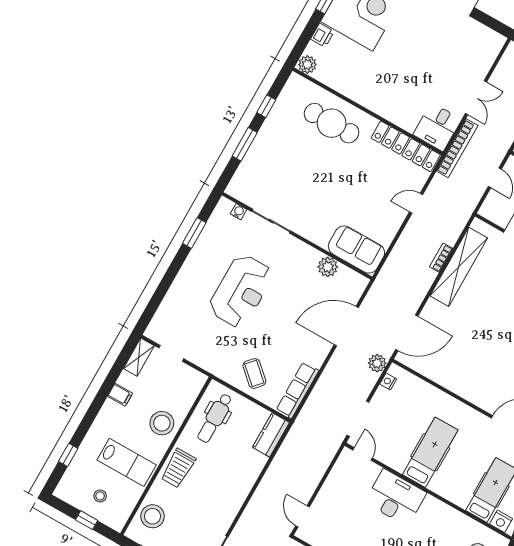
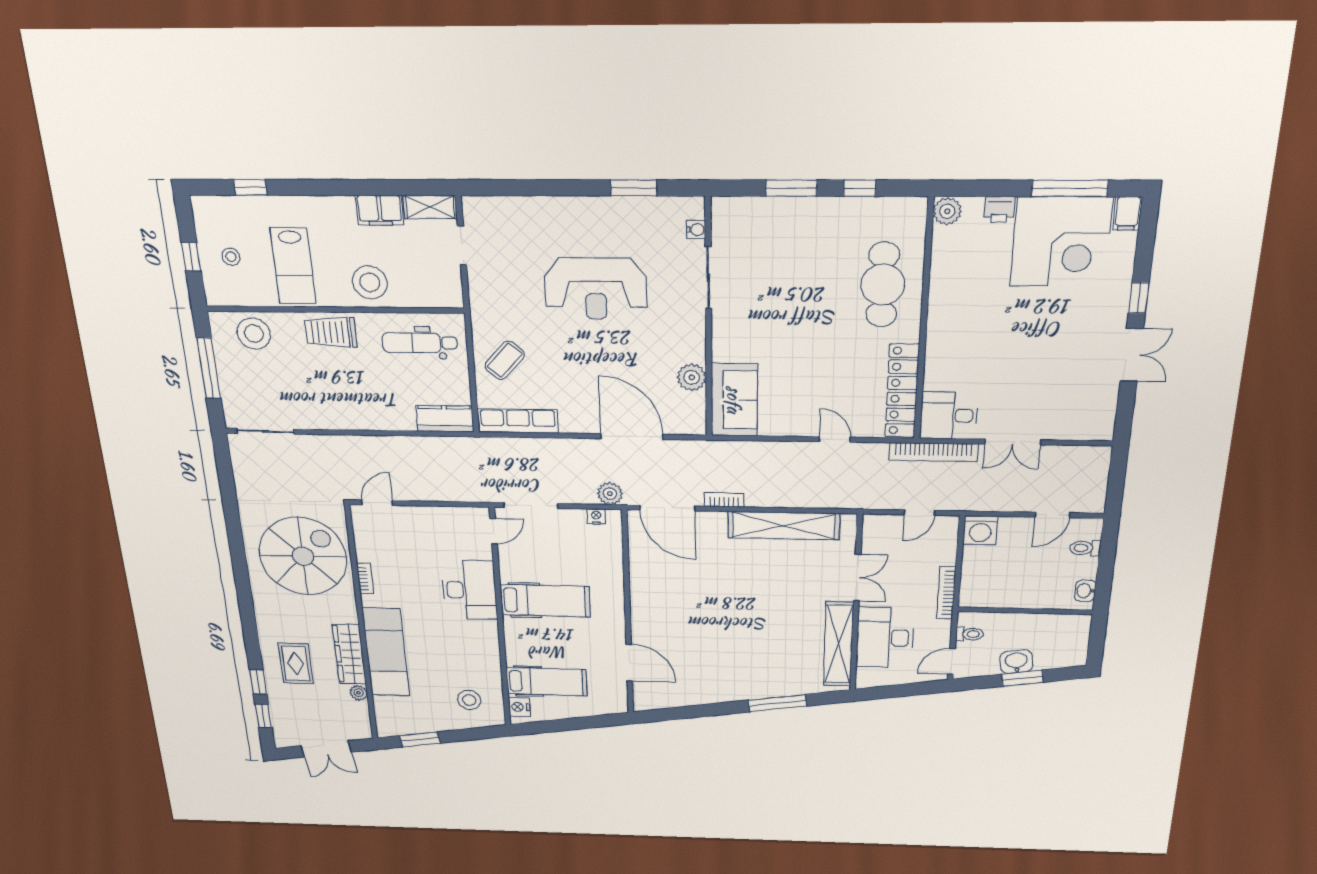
bookcase: (441, 258) -> (724, 500), moved
filing cabinet: (120, 395) -> (379, 210), width x2.00

